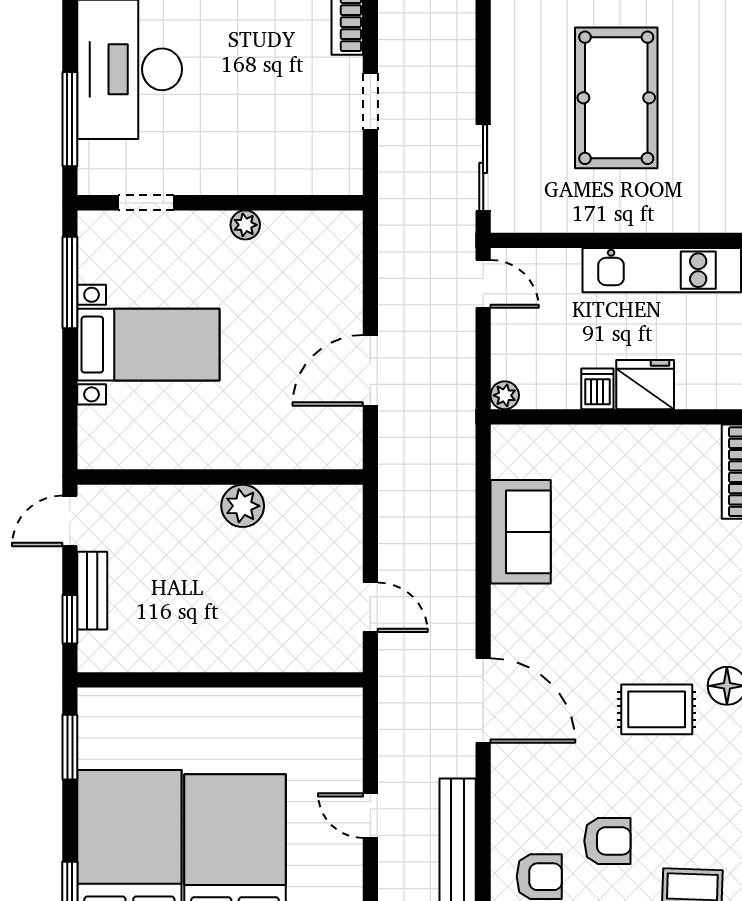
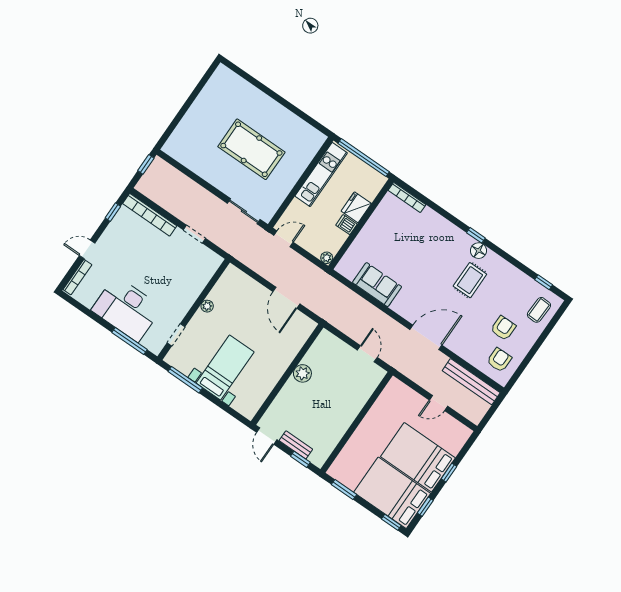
door: (370, 607) -> (367, 354), hinge flipped

